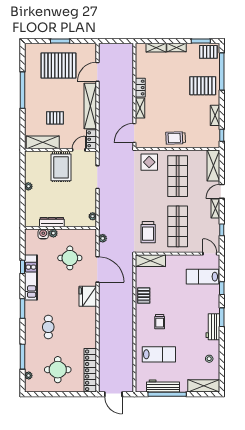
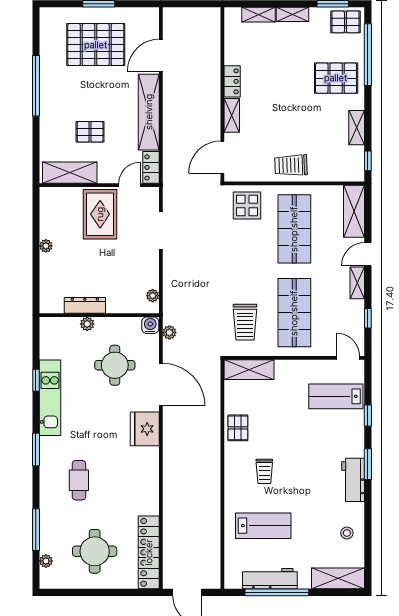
water cooler: (43, 234) -> (150, 325), moved

